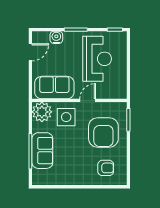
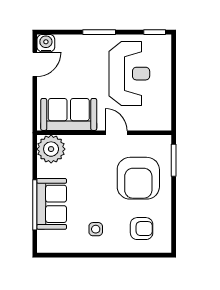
water cooler: (56, 37) -> (46, 43), moved
door: (88, 100) -> (116, 133), hinge flipped
side table: (66, 117) -> (96, 229), moved, width x0.54, depth x0.54

